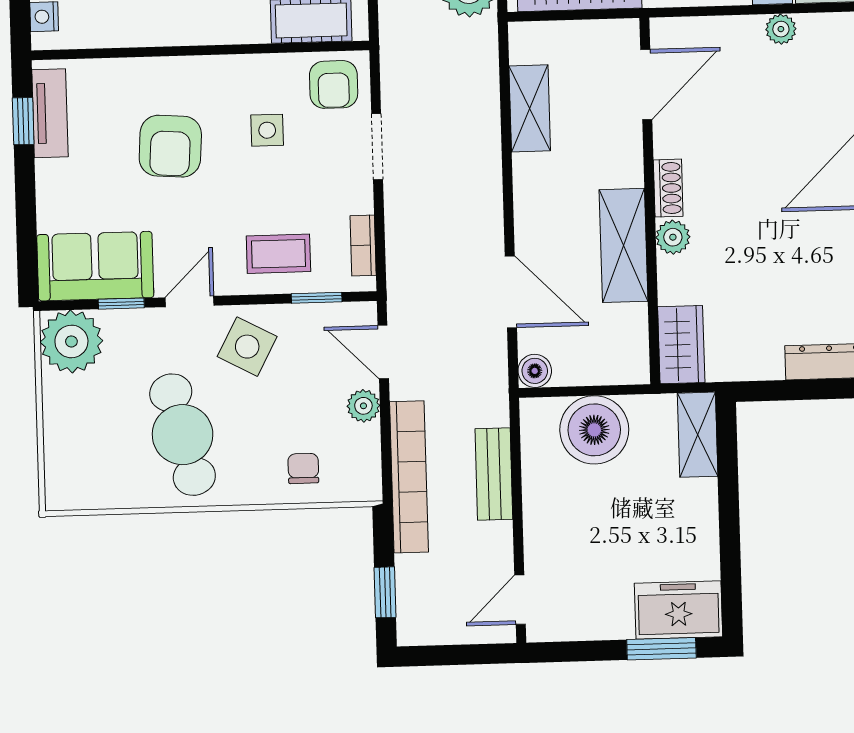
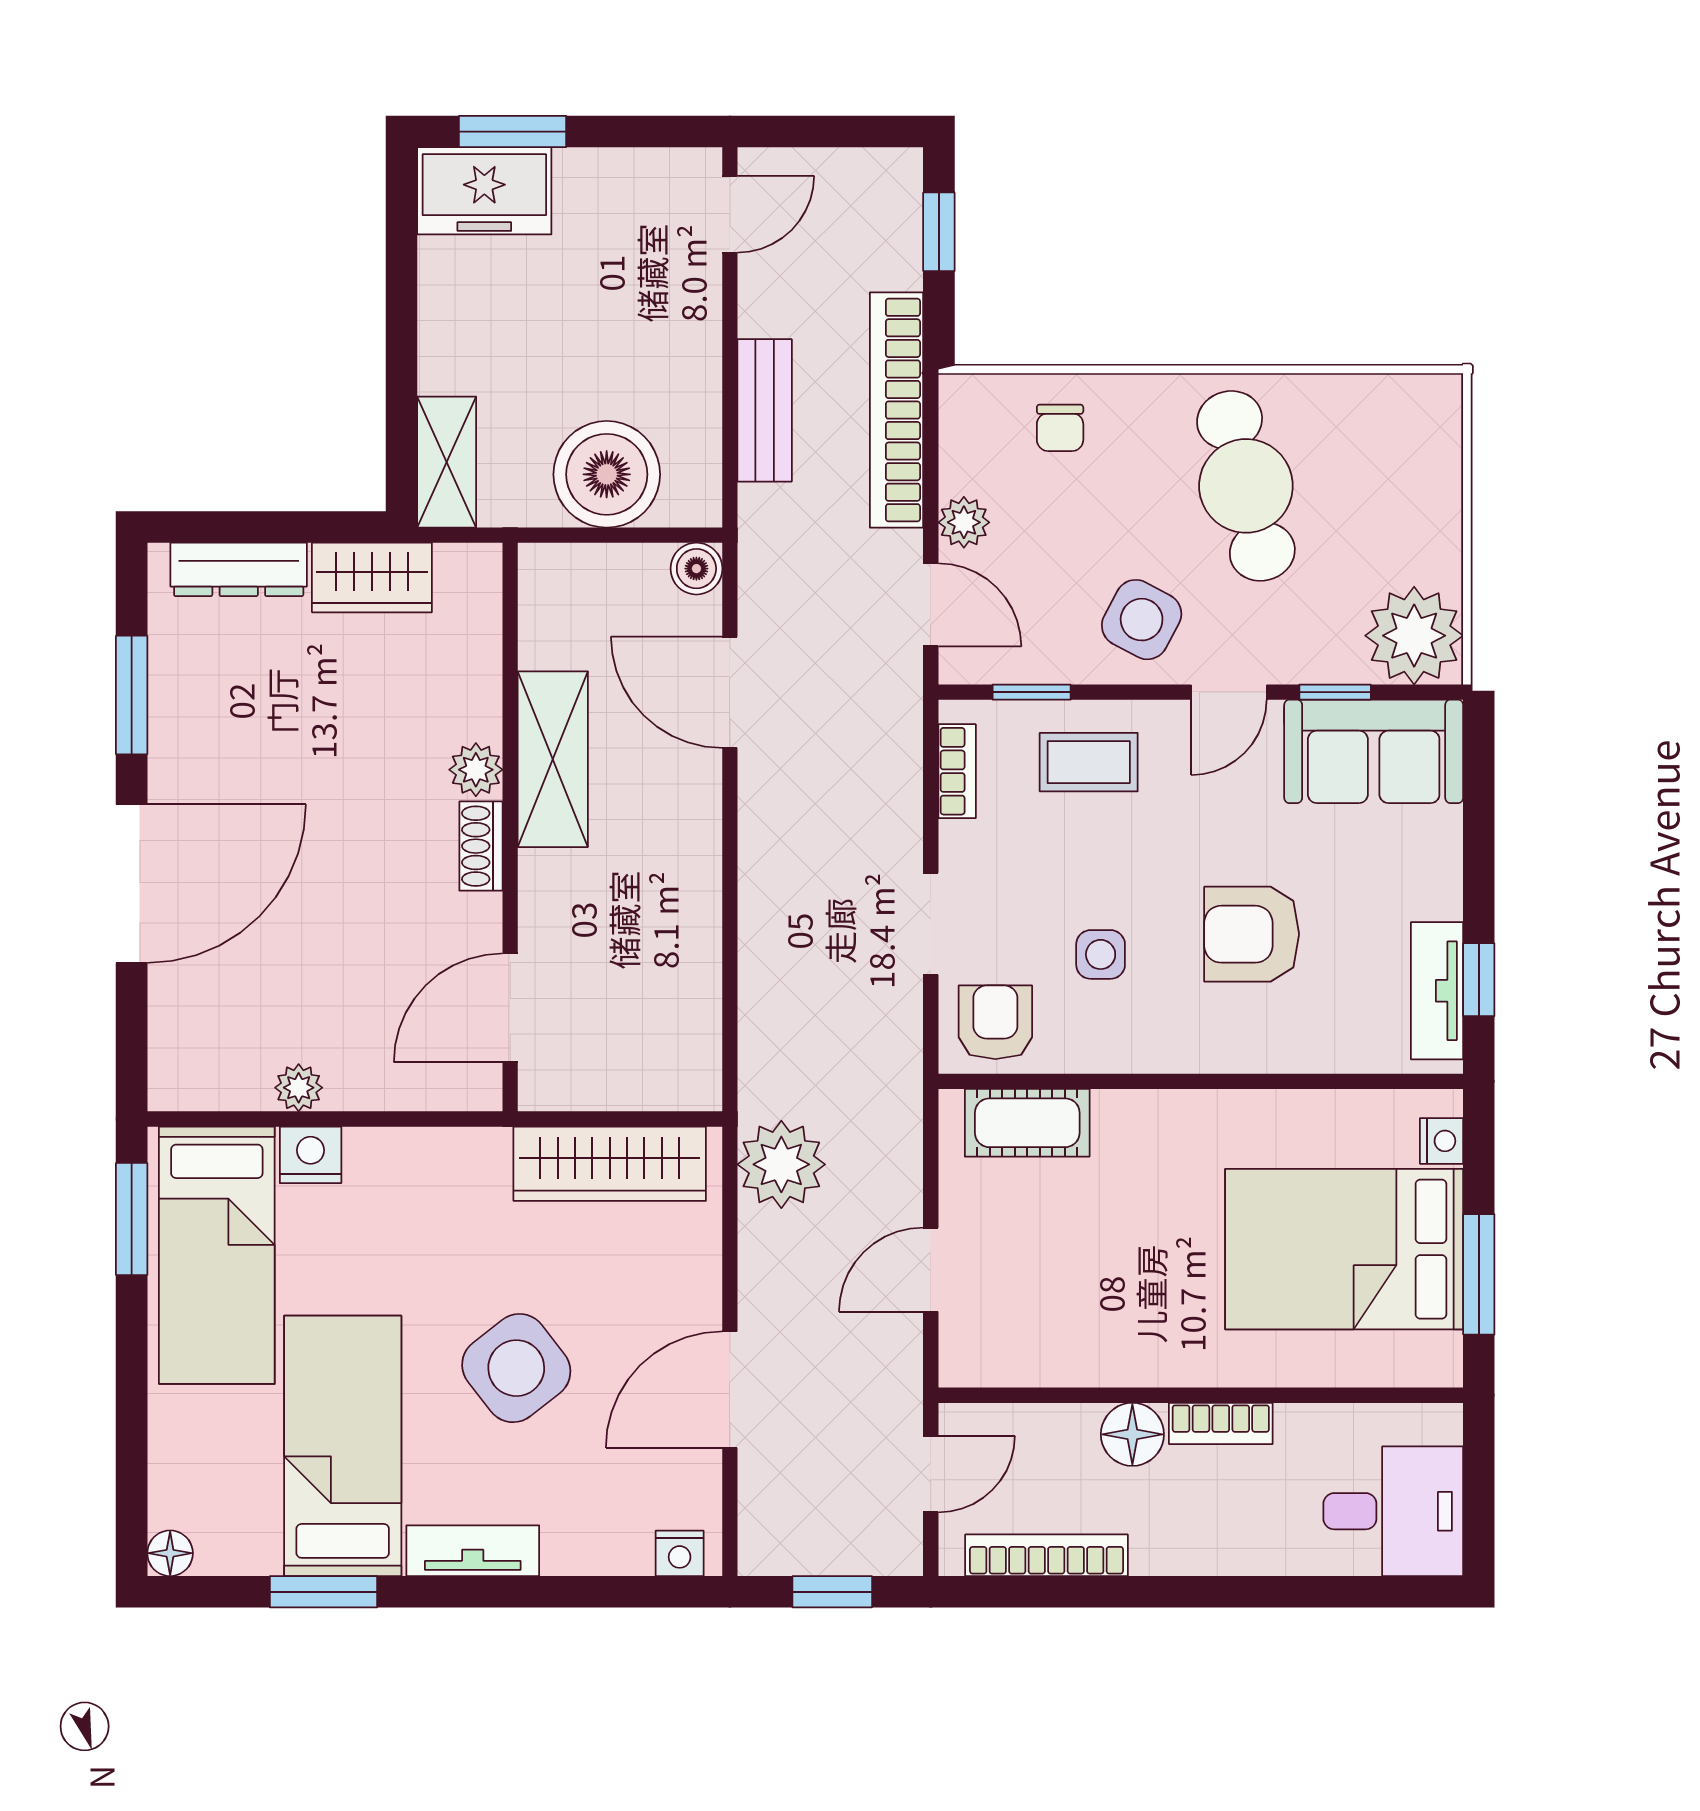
shelving: (530, 108) -> (692, 976), removed
armchair: (170, 146) -> (1252, 934), turned -94
wardrobe: (681, 345) -> (372, 577), moved, turned -90

